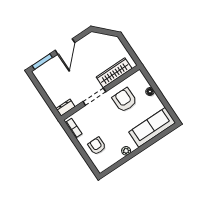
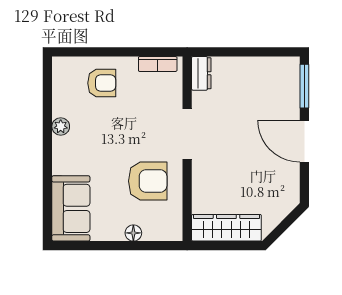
wardrobe: (114, 73) -> (226, 228), moved, turned -90
sofa: (152, 127) -> (71, 208), width x0.73

